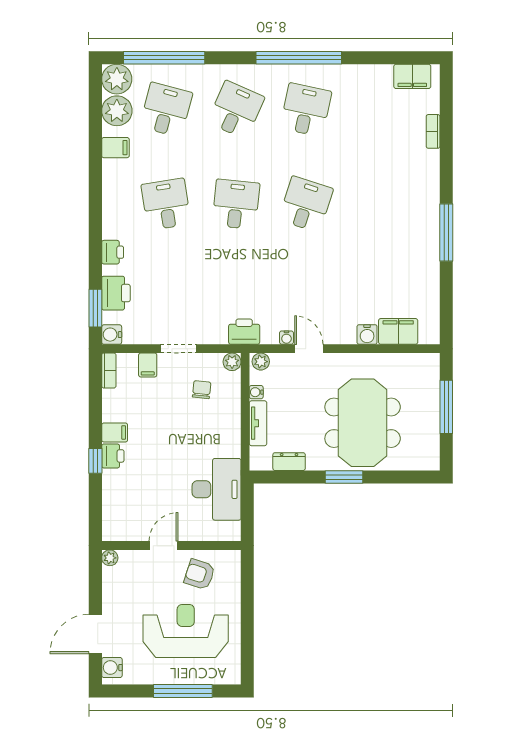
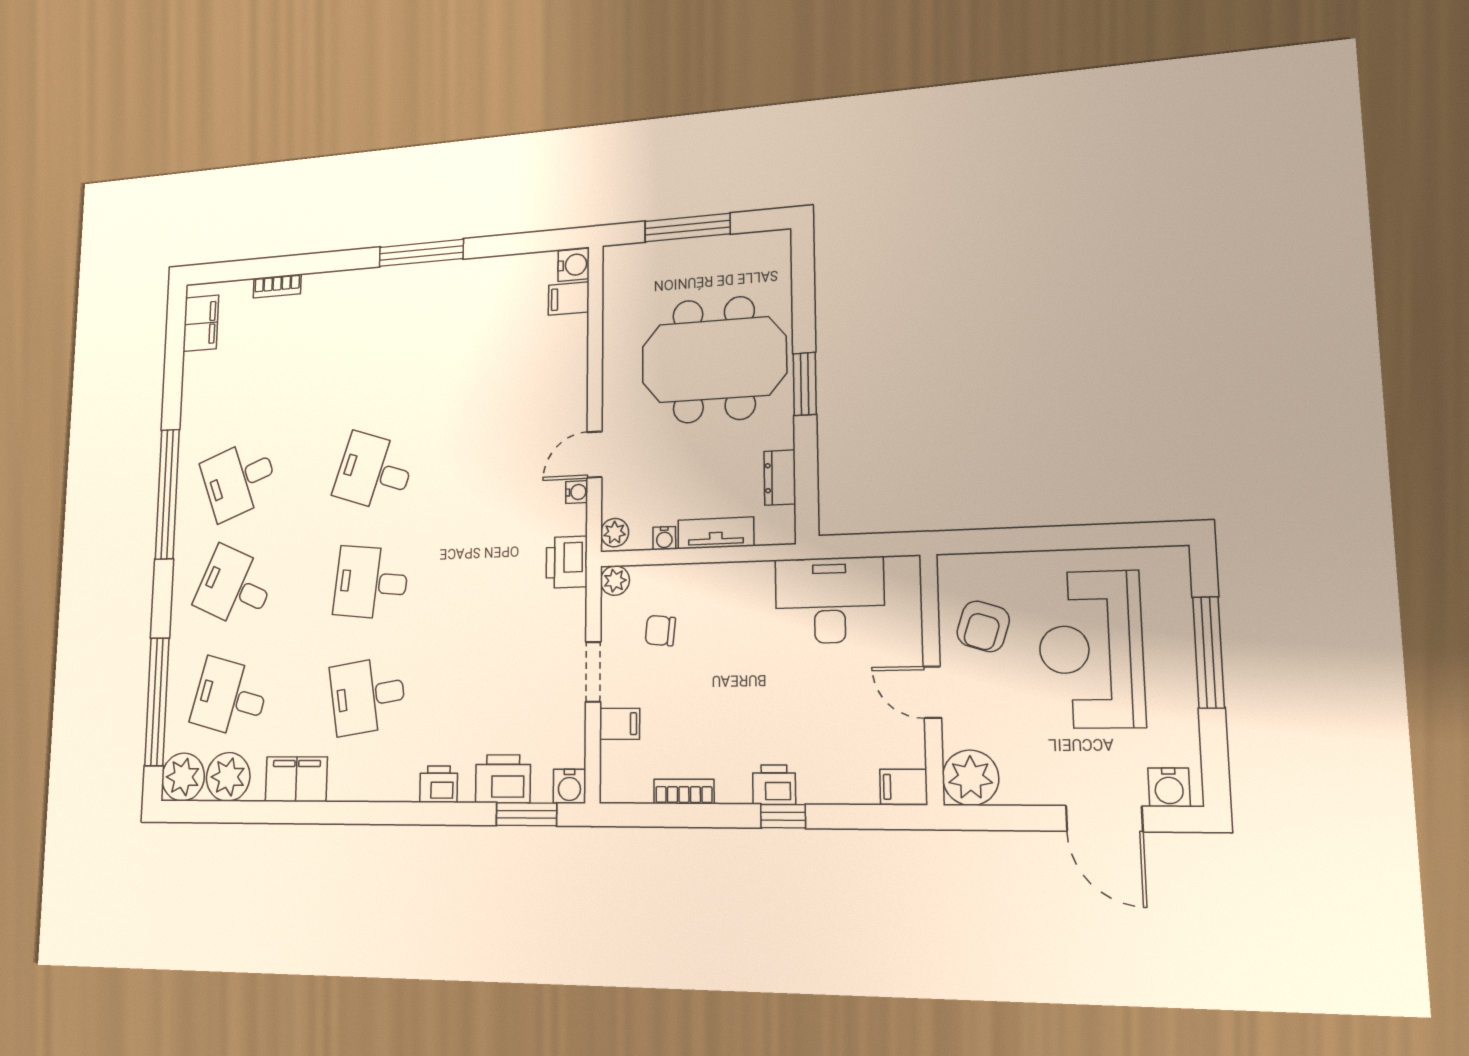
desk: (306, 110) -> (239, 479), turned -33
filing cabinet: (115, 148) -> (296, 779), width x2.00
filing cabinet: (398, 331) -> (569, 299), width x0.50
water cooler: (367, 334) -> (574, 265), moved
bookcase: (109, 371) -> (684, 792), moved
filing cabinet: (115, 432) -> (904, 787), moved, turned -90
plant: (110, 558) -> (971, 778), width x1.87, depth x1.87

